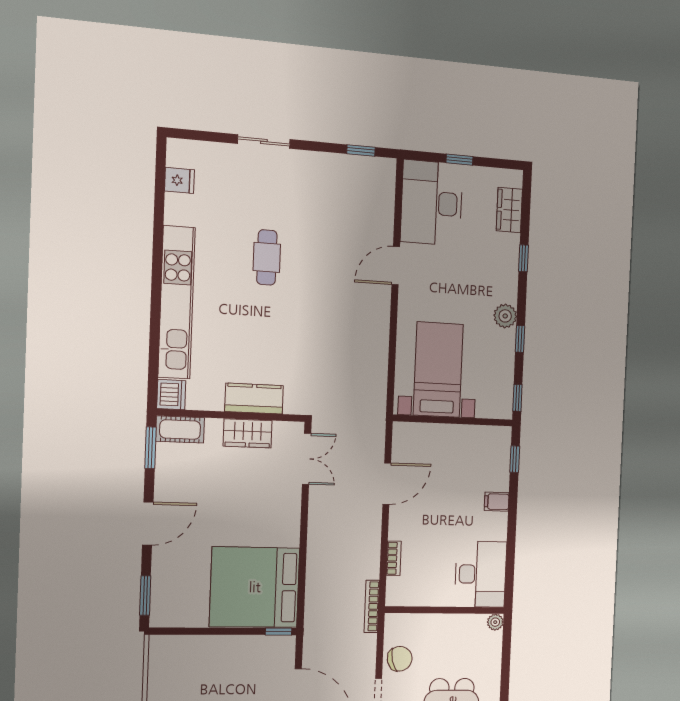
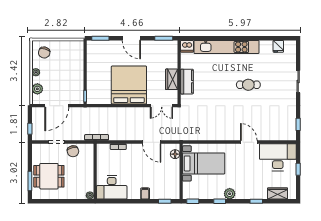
cot: (180, 430) -> (172, 50), removed
floor lamp: (415, 432) -> (175, 154), added
bed: (255, 587) -> (129, 85), moved

